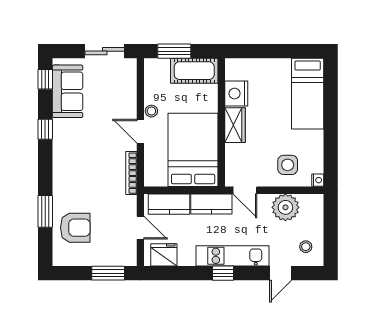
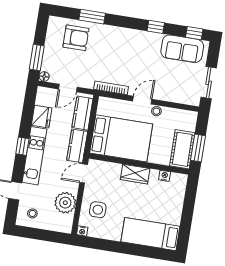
window: (174, 51) -> (198, 148), moved
nightstand: (236, 94) -> (165, 176), width x0.53, depth x0.56
armchair: (75, 228) -> (76, 38), turned -90
fridge: (164, 255) -> (42, 117), moved
floor lamp: (131, 260) -> (44, 77), added

